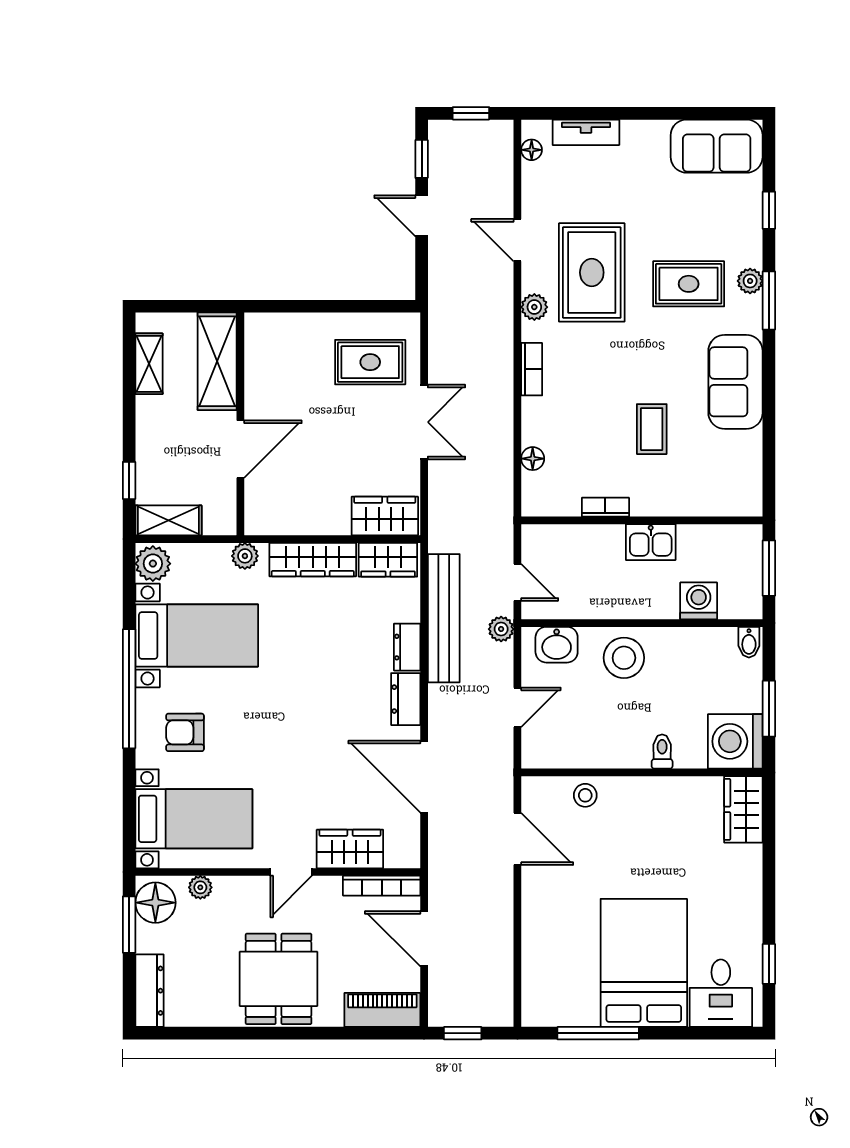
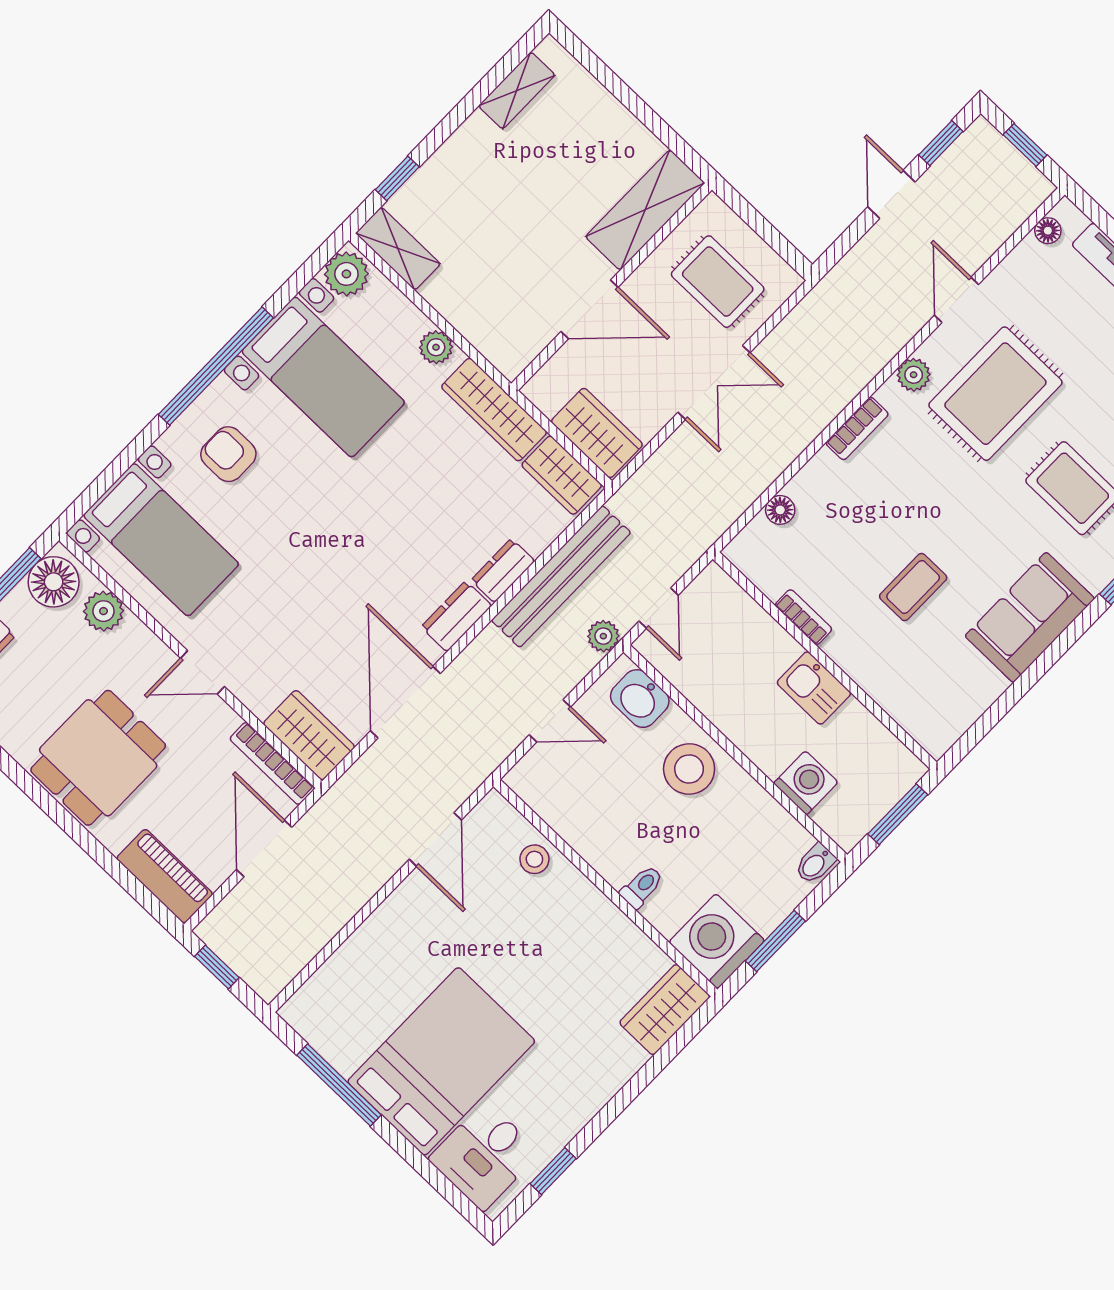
shelving: (217, 361) -> (645, 210), moved
wall: (240, 424) -> (611, 287), moved
door: (240, 449) -> (589, 309), moved
wardrobe: (350, 849) -> (309, 735), moved
plant: (200, 887) -> (103, 611), width x1.38, depth x1.38

